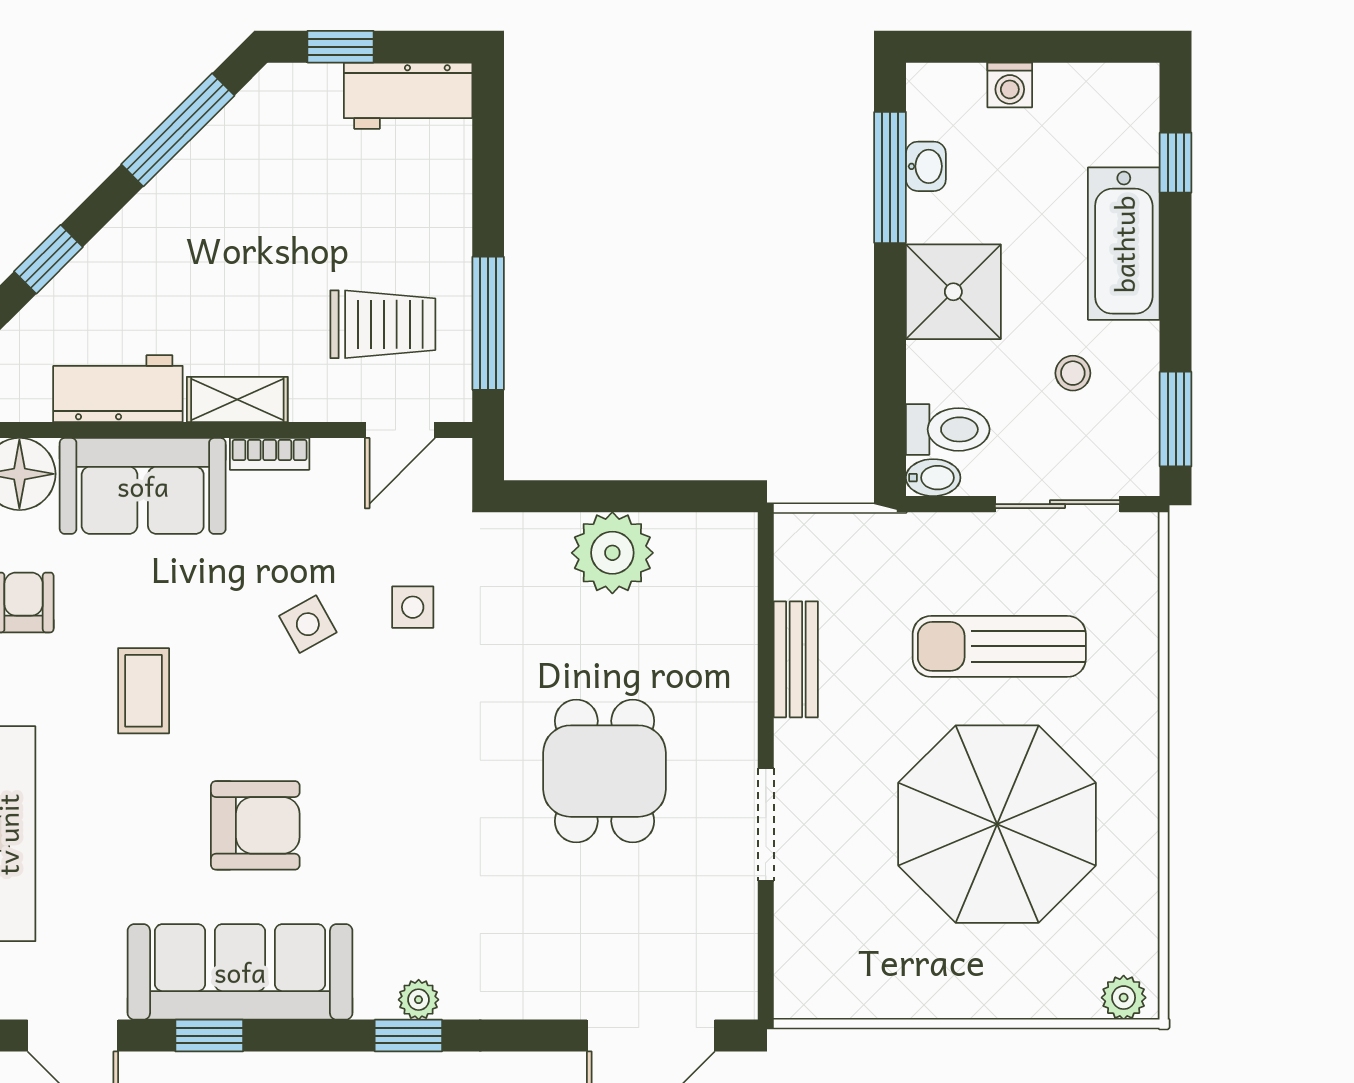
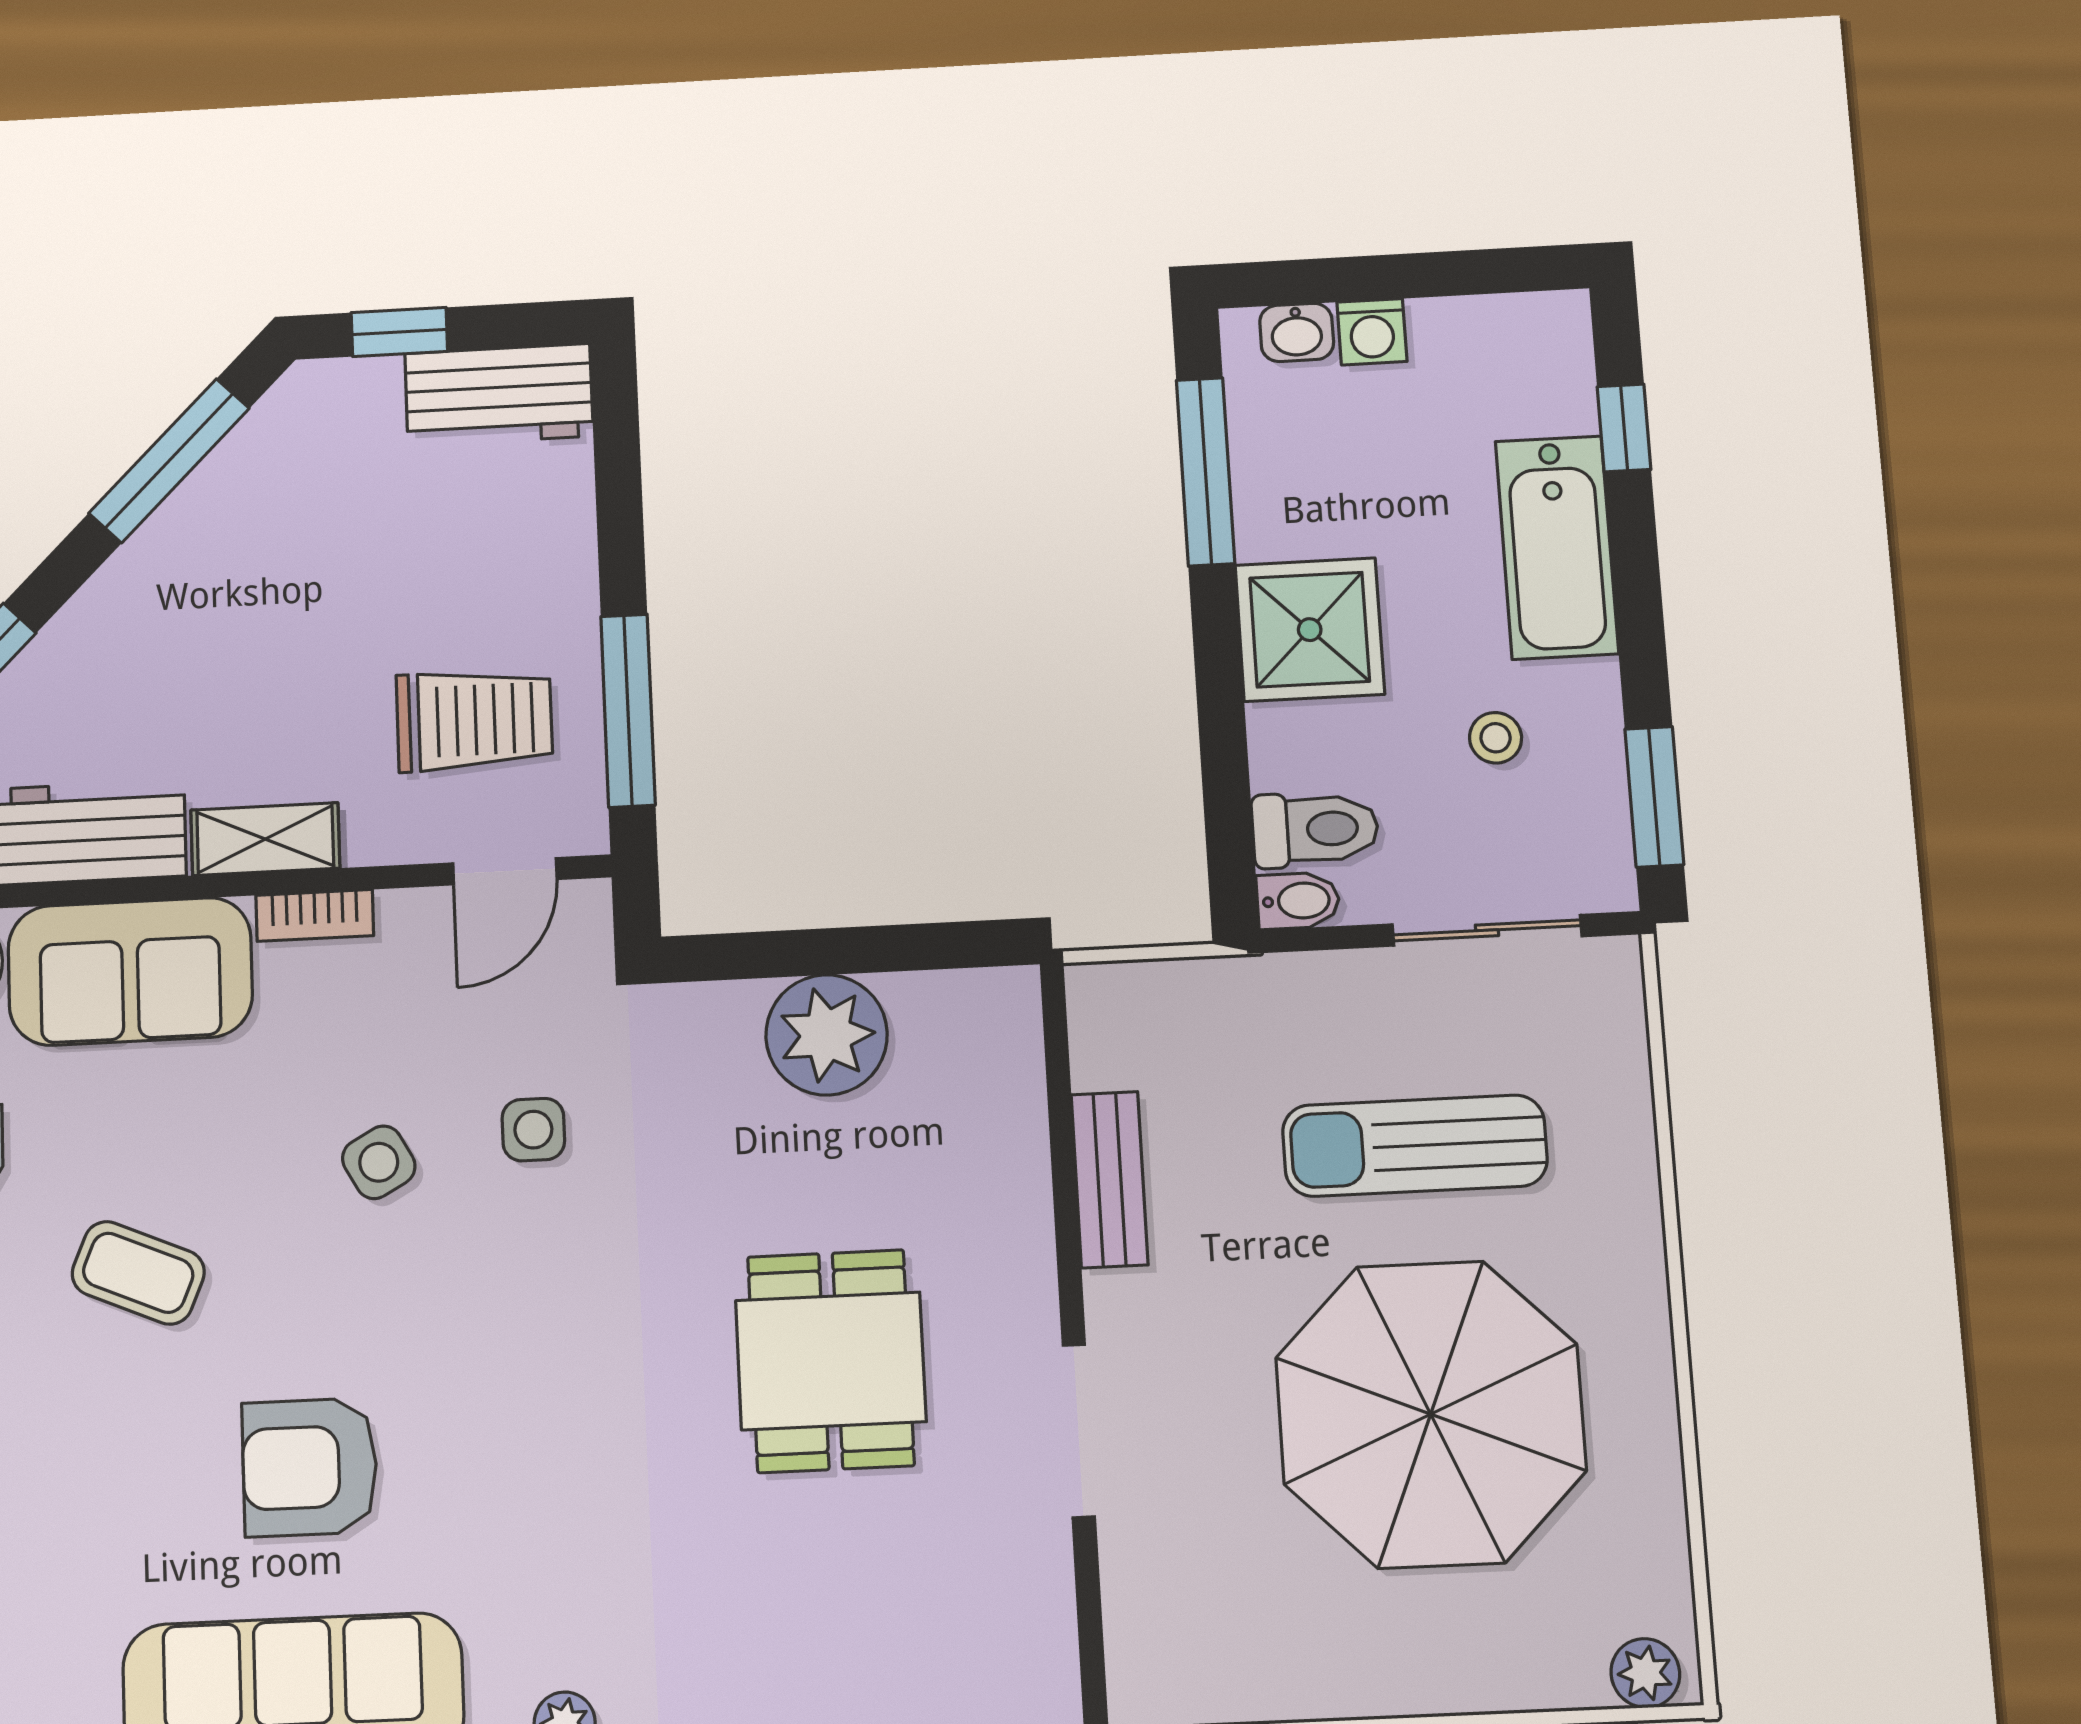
washbasin: (926, 166) -> (1297, 332), moved, turned 90
coffee table: (144, 691) -> (138, 1273), turned -67
armchair: (255, 825) -> (310, 1467), turned 180

